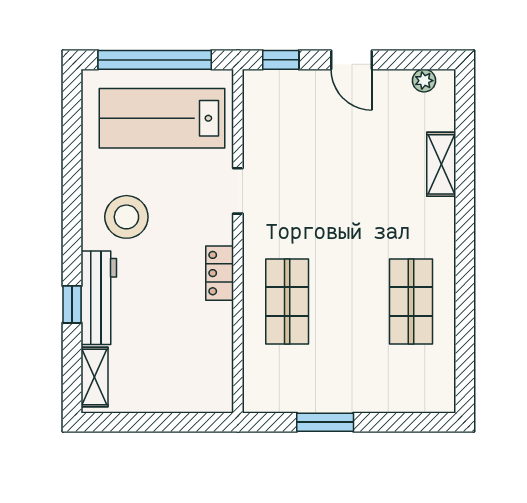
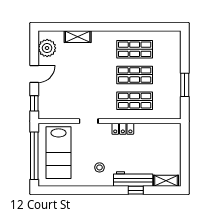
plant: (424, 81) -> (47, 48), width x1.88, depth x1.88
stool: (126, 217) -> (99, 167), width x0.53, depth x0.53
shop shelf: (349, 301) -> (135, 75), added

